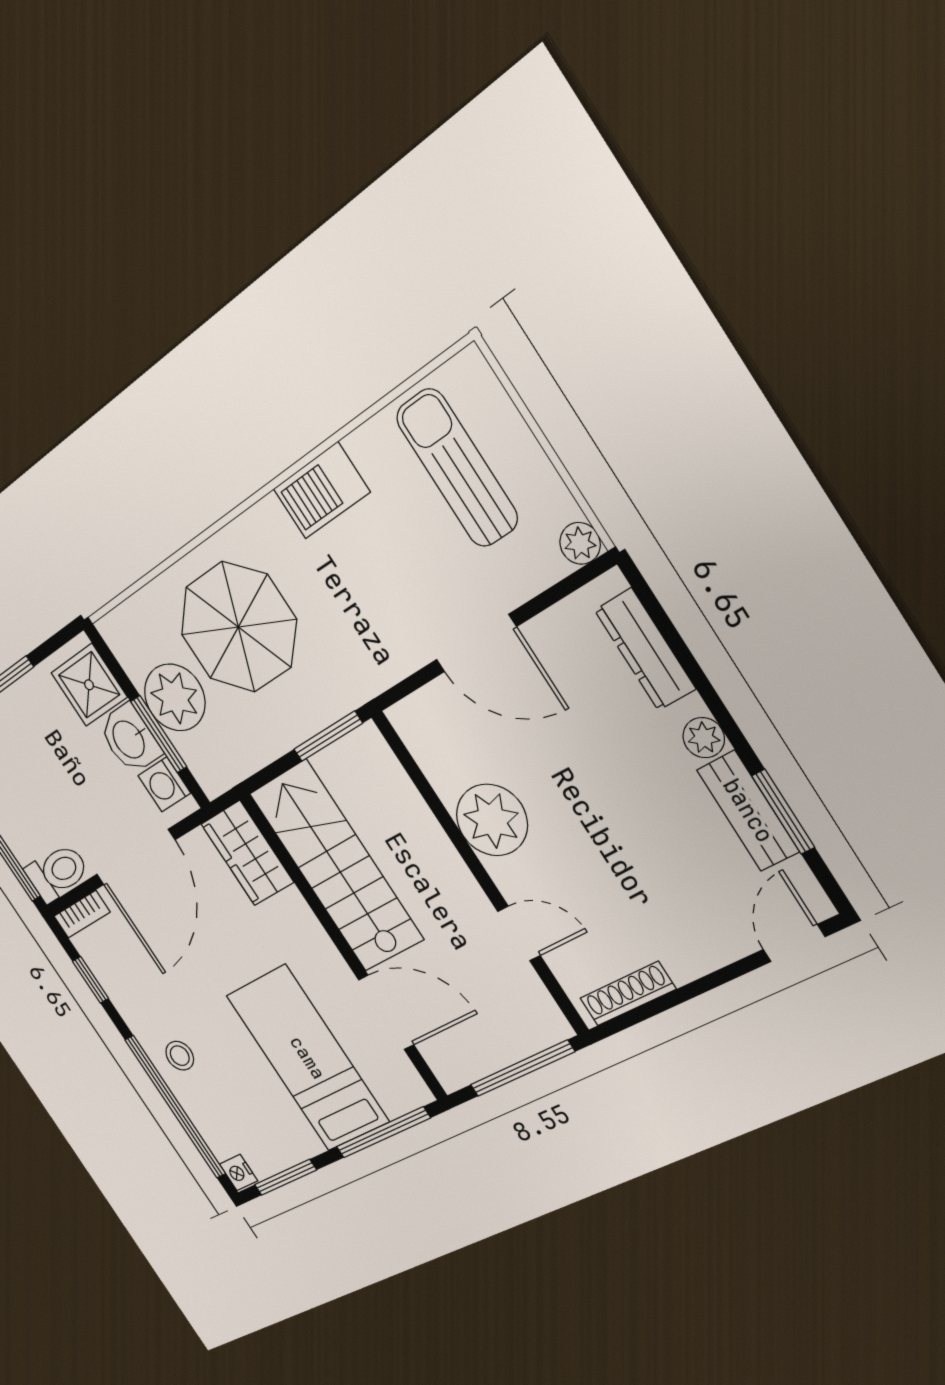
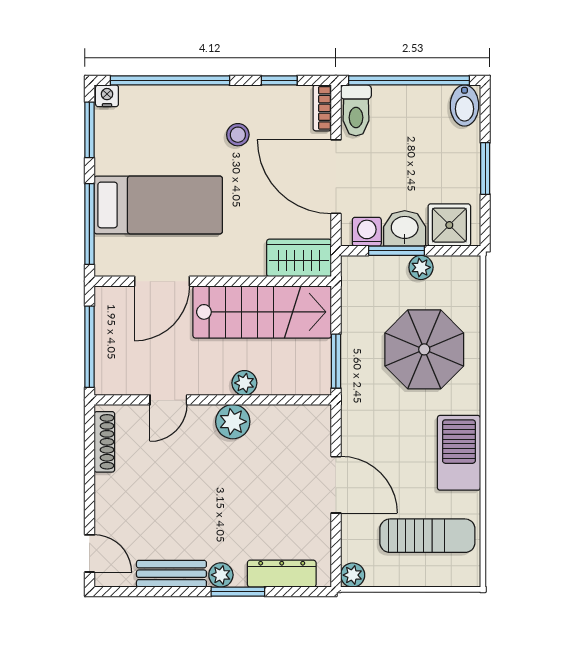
barbecue: (321, 491) -> (459, 453), width x1.37, depth x1.21
door: (476, 643) -> (336, 485), swing flipped
plant: (175, 698) -> (421, 267), width x0.53, depth x0.53
window: (783, 812) -> (238, 592), moved
plant: (492, 820) -> (233, 422), width x0.73, depth x0.73
plant: (433, 843) -> (244, 383), added
stool: (180, 1056) -> (238, 135), moved

